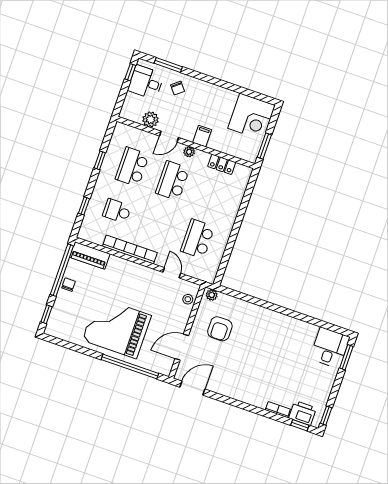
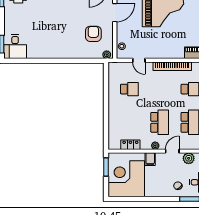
corner desk: (252, 117) -> (126, 179), width x1.36, depth x1.36
school desk: (198, 239) -> (129, 89), width x0.54

